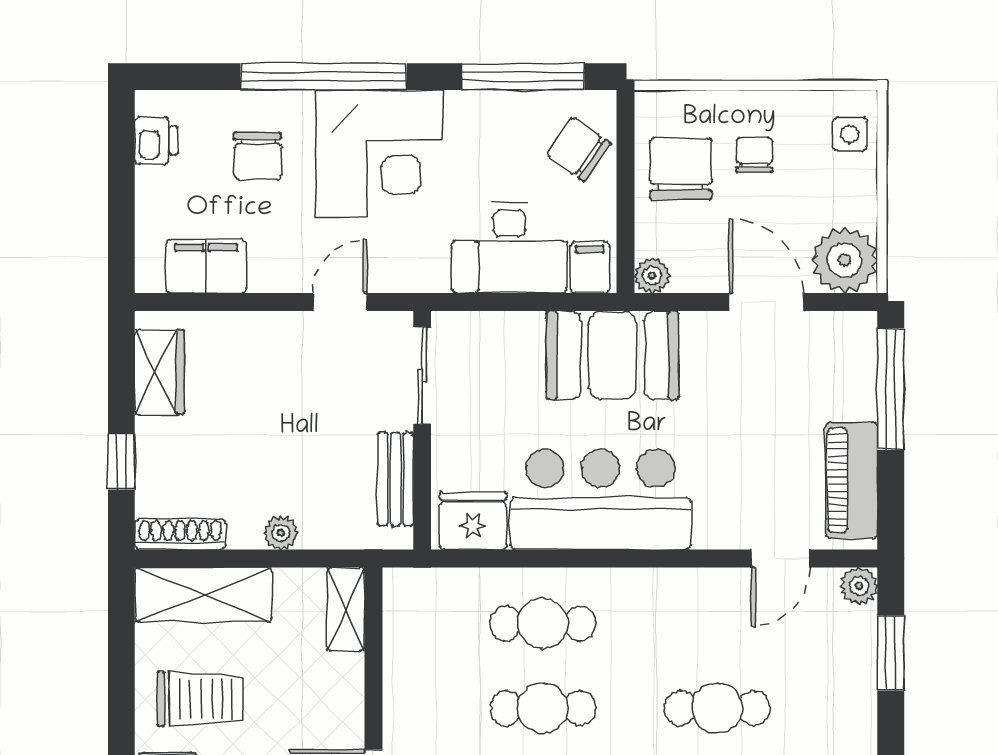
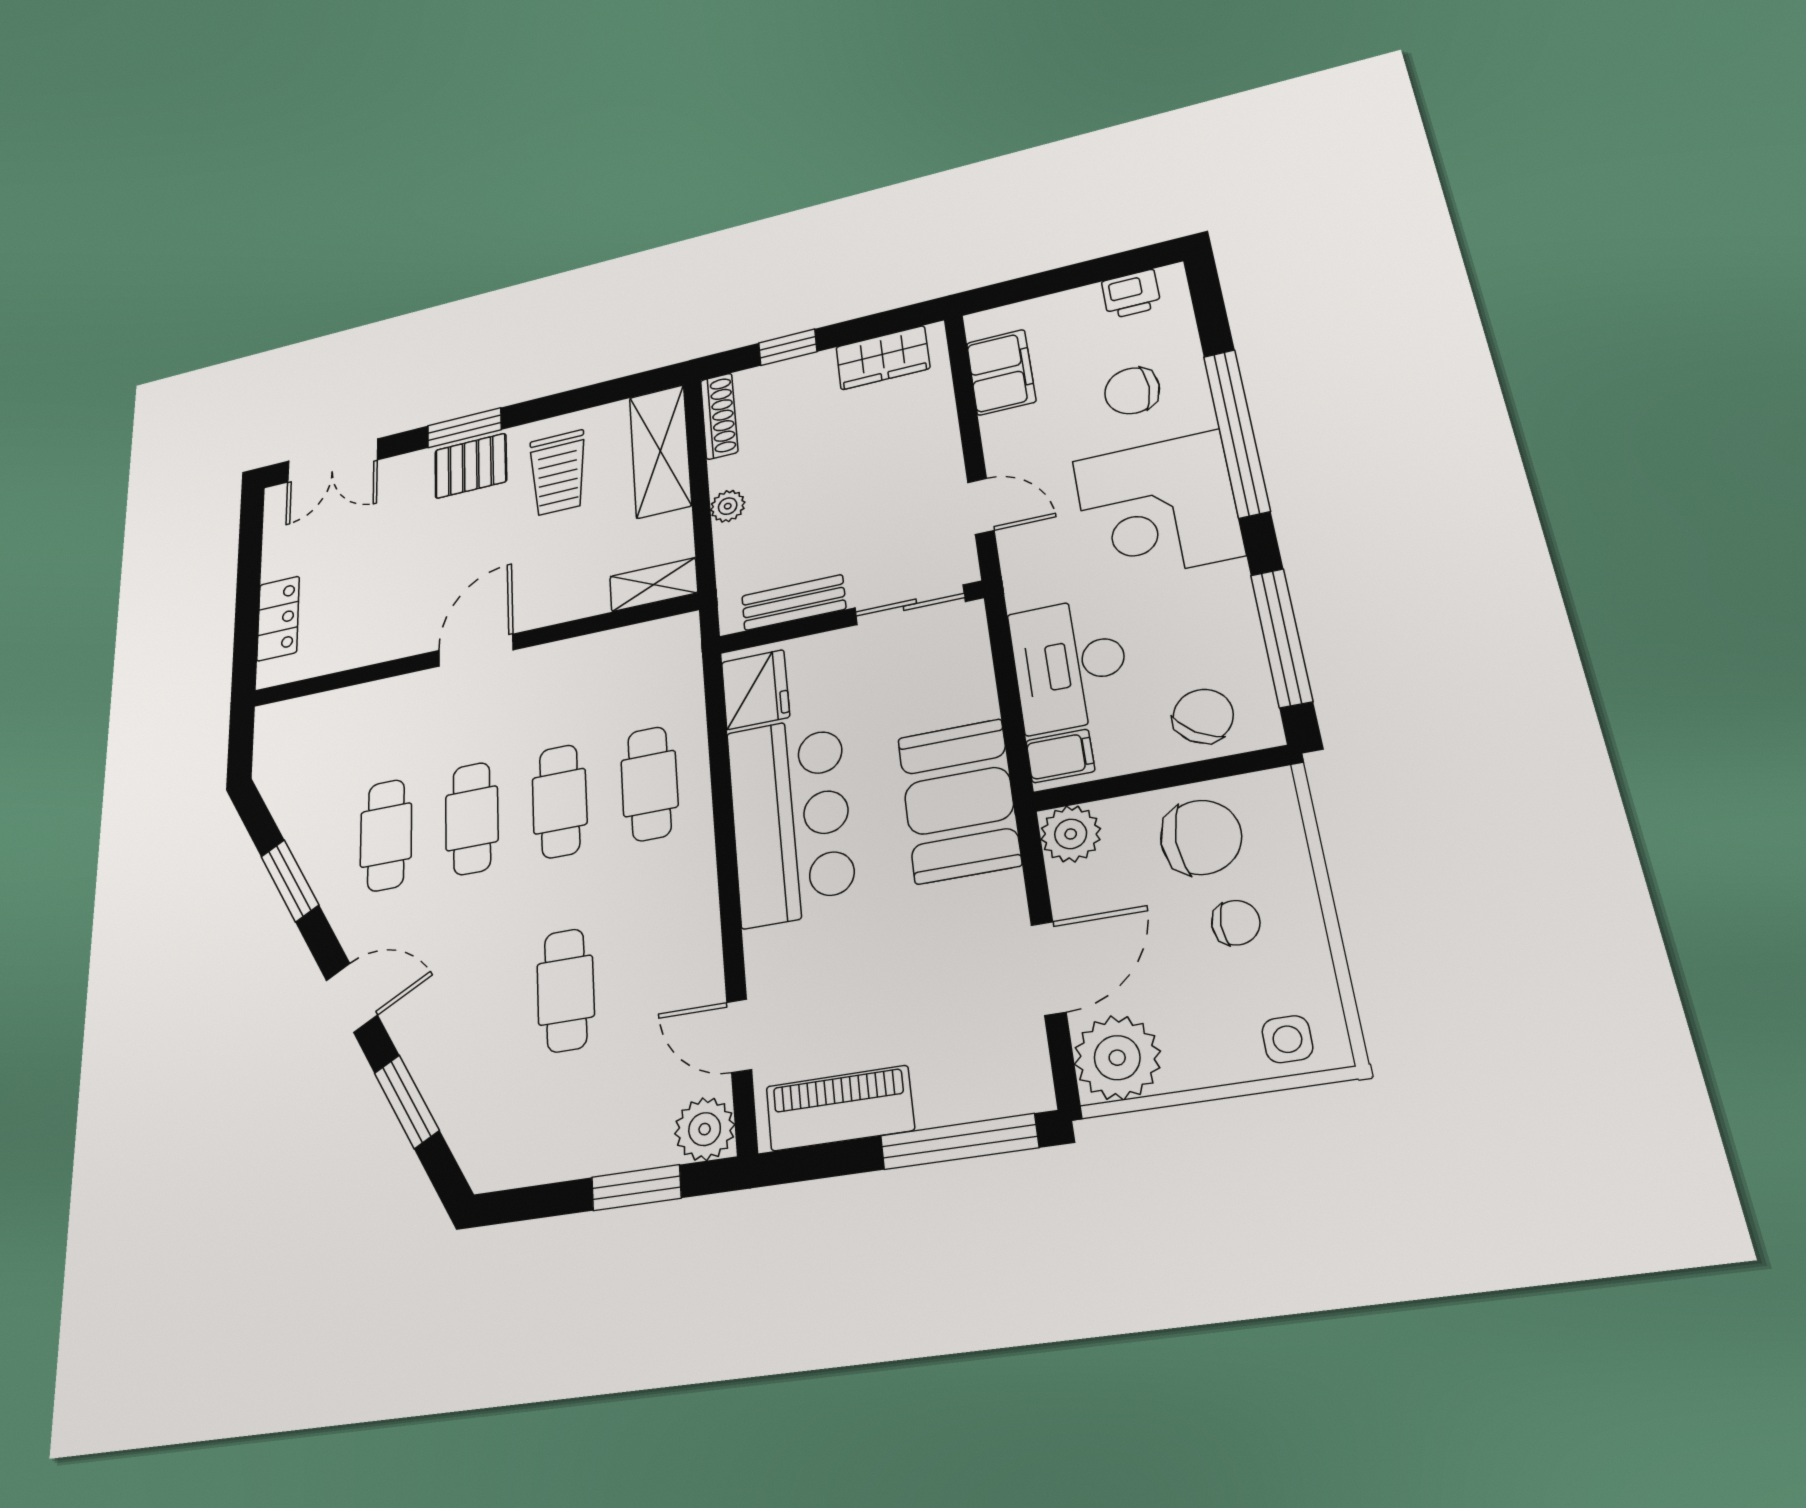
plant: (652, 276) -> (1071, 834), width x1.38, depth x1.38
plant: (859, 586) -> (705, 1129), width x1.38, depth x1.38

